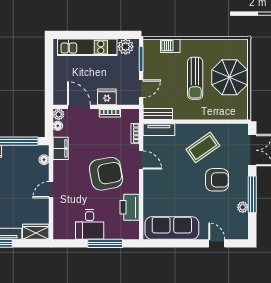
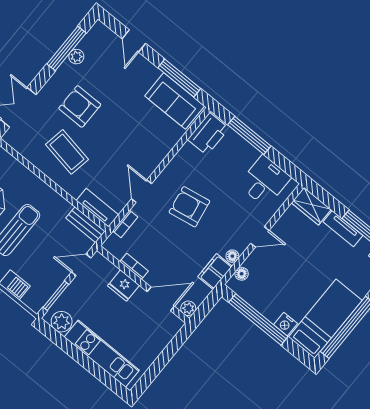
door: (79, 107) -> (161, 299), swing flipped
floor lamp: (58, 126) -> (232, 256), moved
coffee table: (203, 147) -> (67, 152), turned 45
armchair: (106, 174) -> (189, 207), width x0.73, depth x0.73
window: (252, 194) -> (66, 48), moved
printer: (130, 207) -> (208, 134), moved
desk: (90, 224) -> (265, 181), moved
sofa: (172, 228) -> (175, 101), width x0.73
window: (173, 243) -> (179, 78), added

